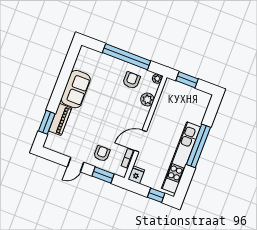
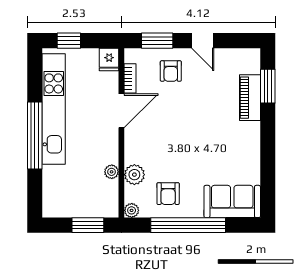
sofa: (76, 89) -> (232, 201), moved, turned 90
plant: (161, 106) -> (112, 172), added
door: (75, 165) -> (203, 41), swing flipped

